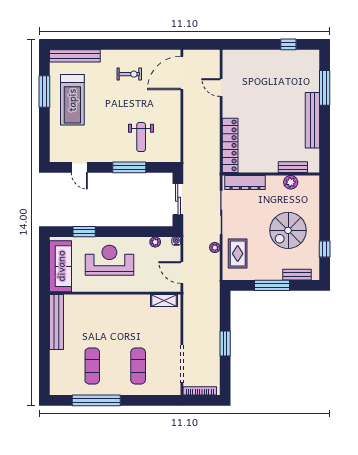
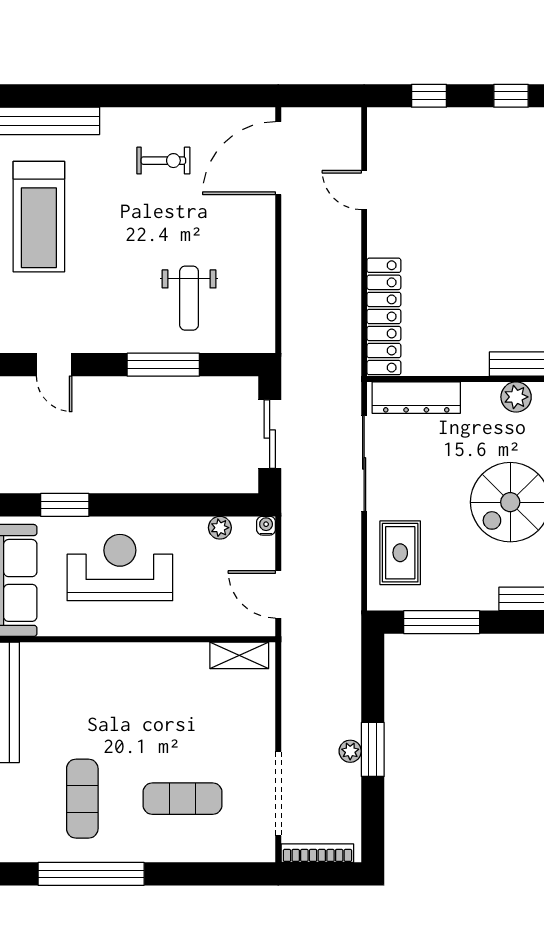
window: (251, 44) -> (429, 96), added
plant: (215, 248) -> (350, 751), moved
window: (272, 285) -> (442, 622), moved
exercise mat: (138, 366) -> (183, 799), turned 90

